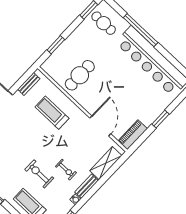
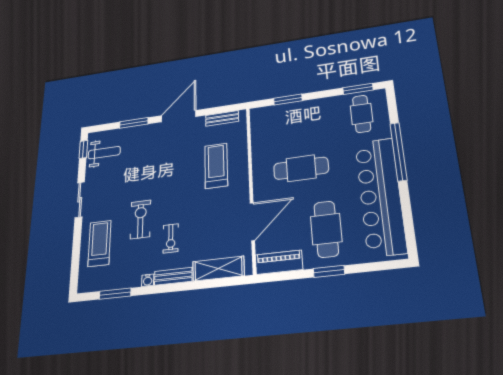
cafe table: (80, 75) -> (301, 168), moved
cafe table: (141, 99) -> (326, 229), added

